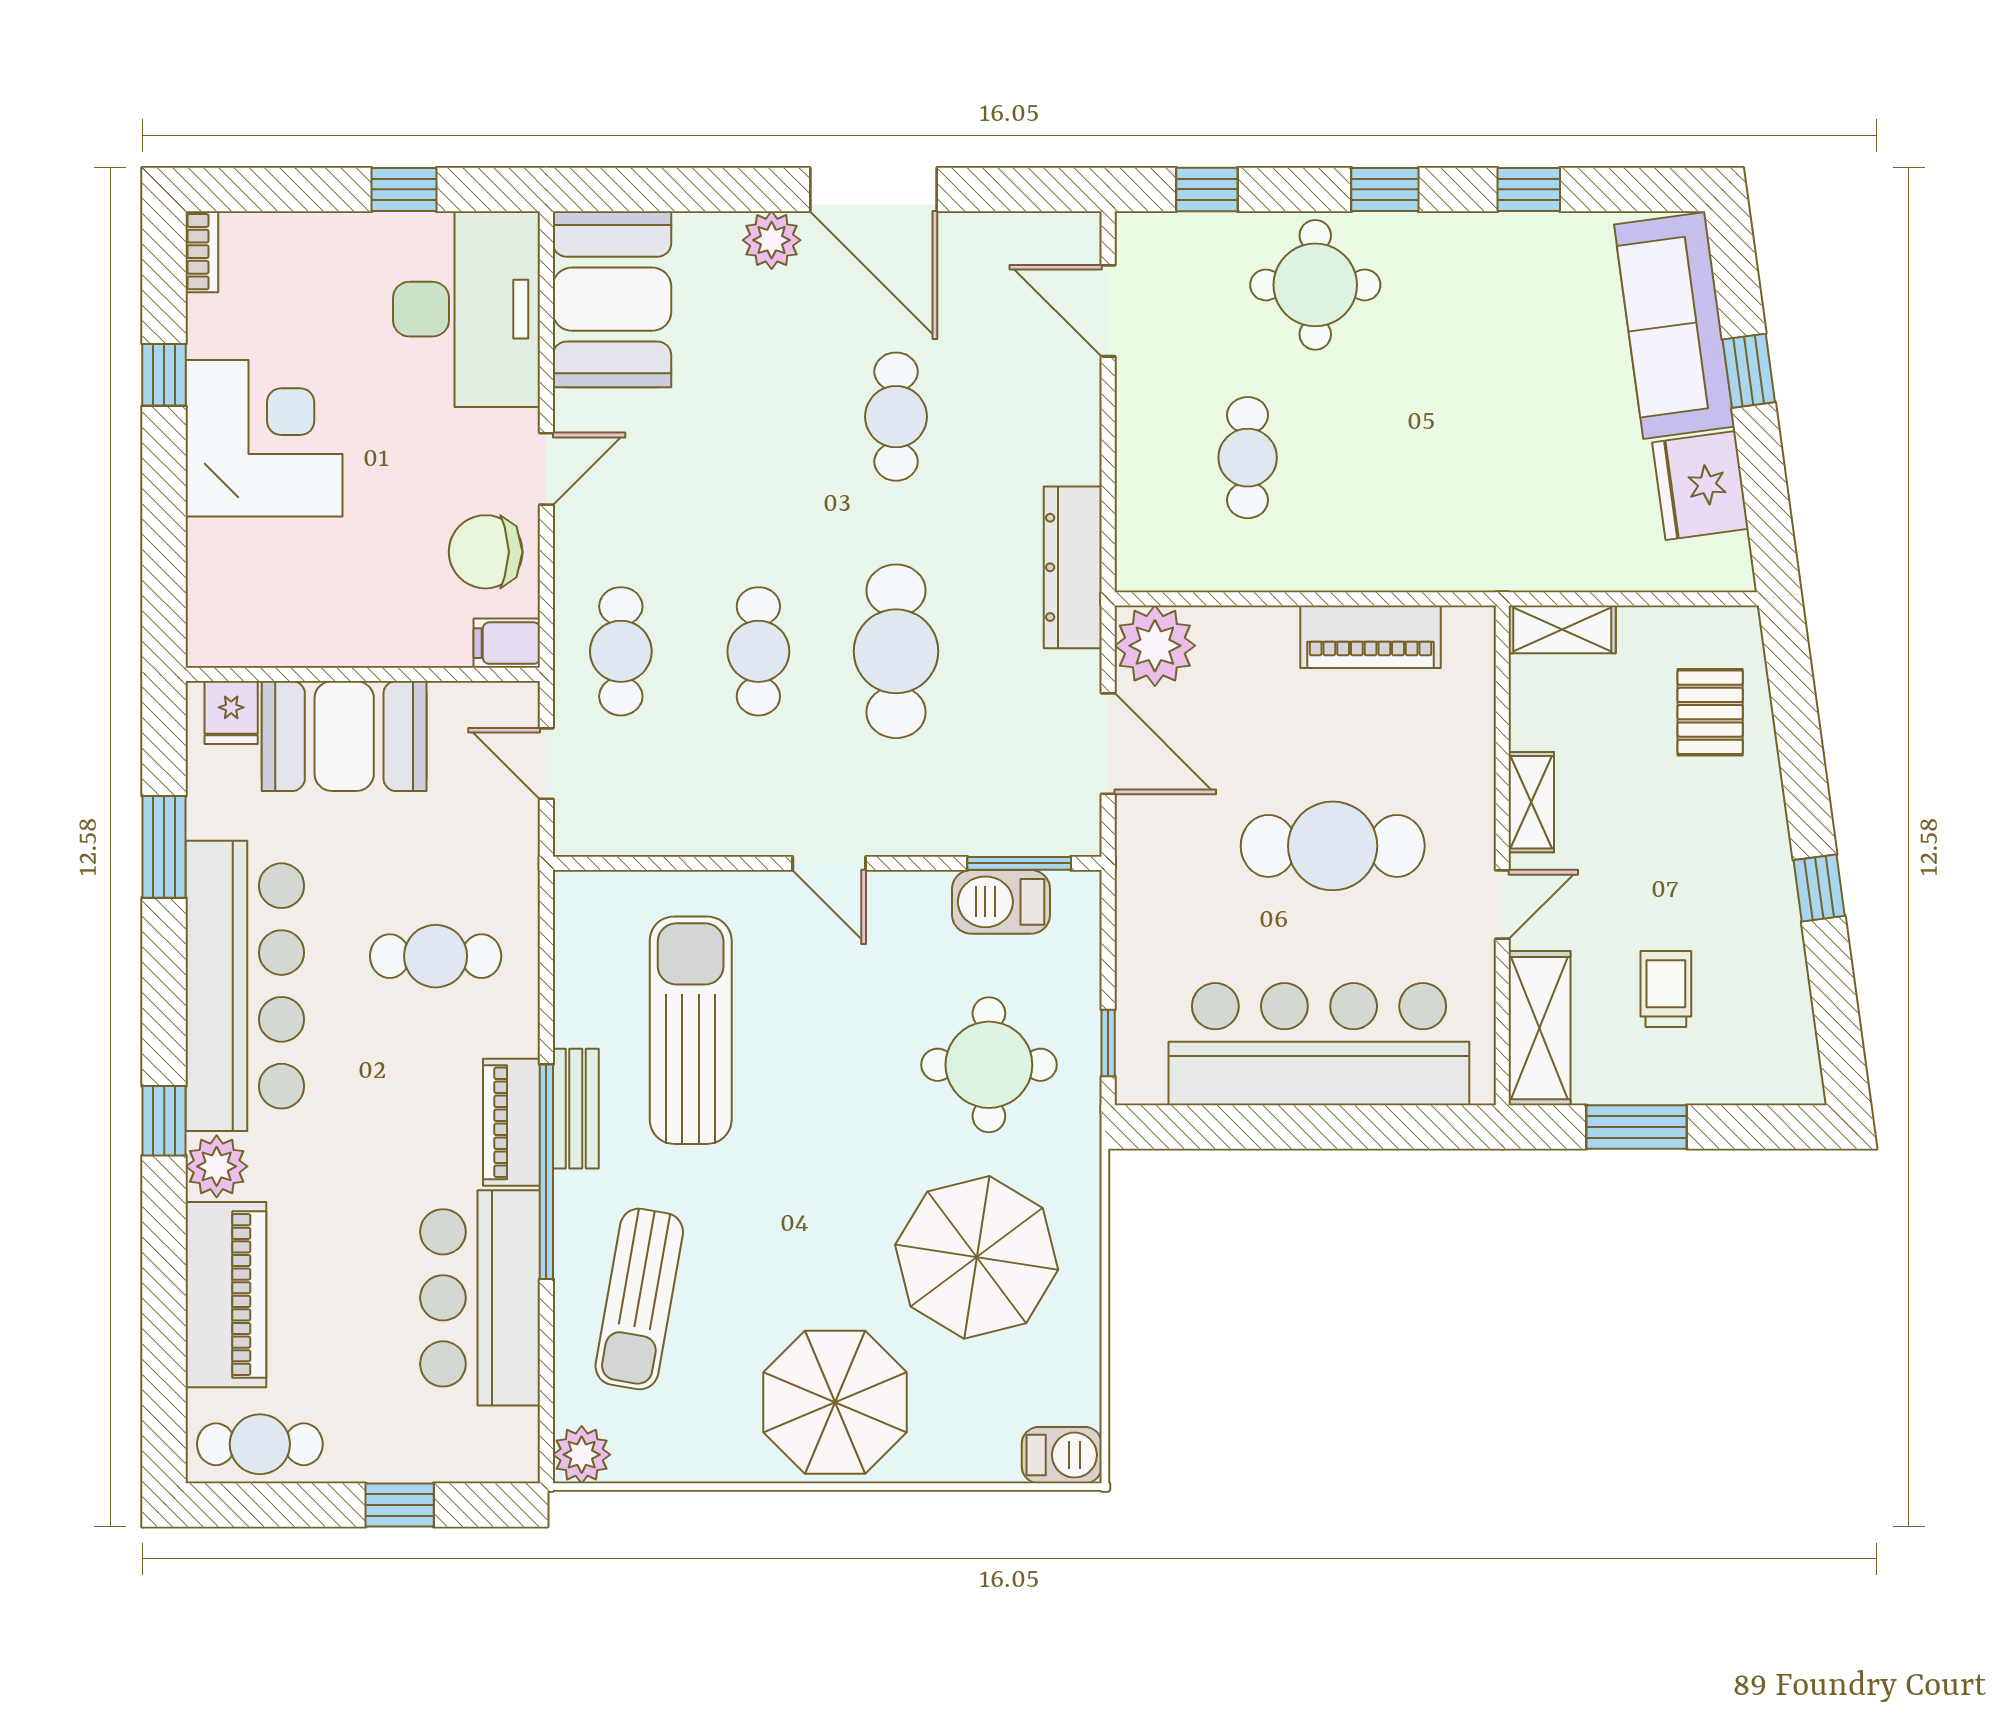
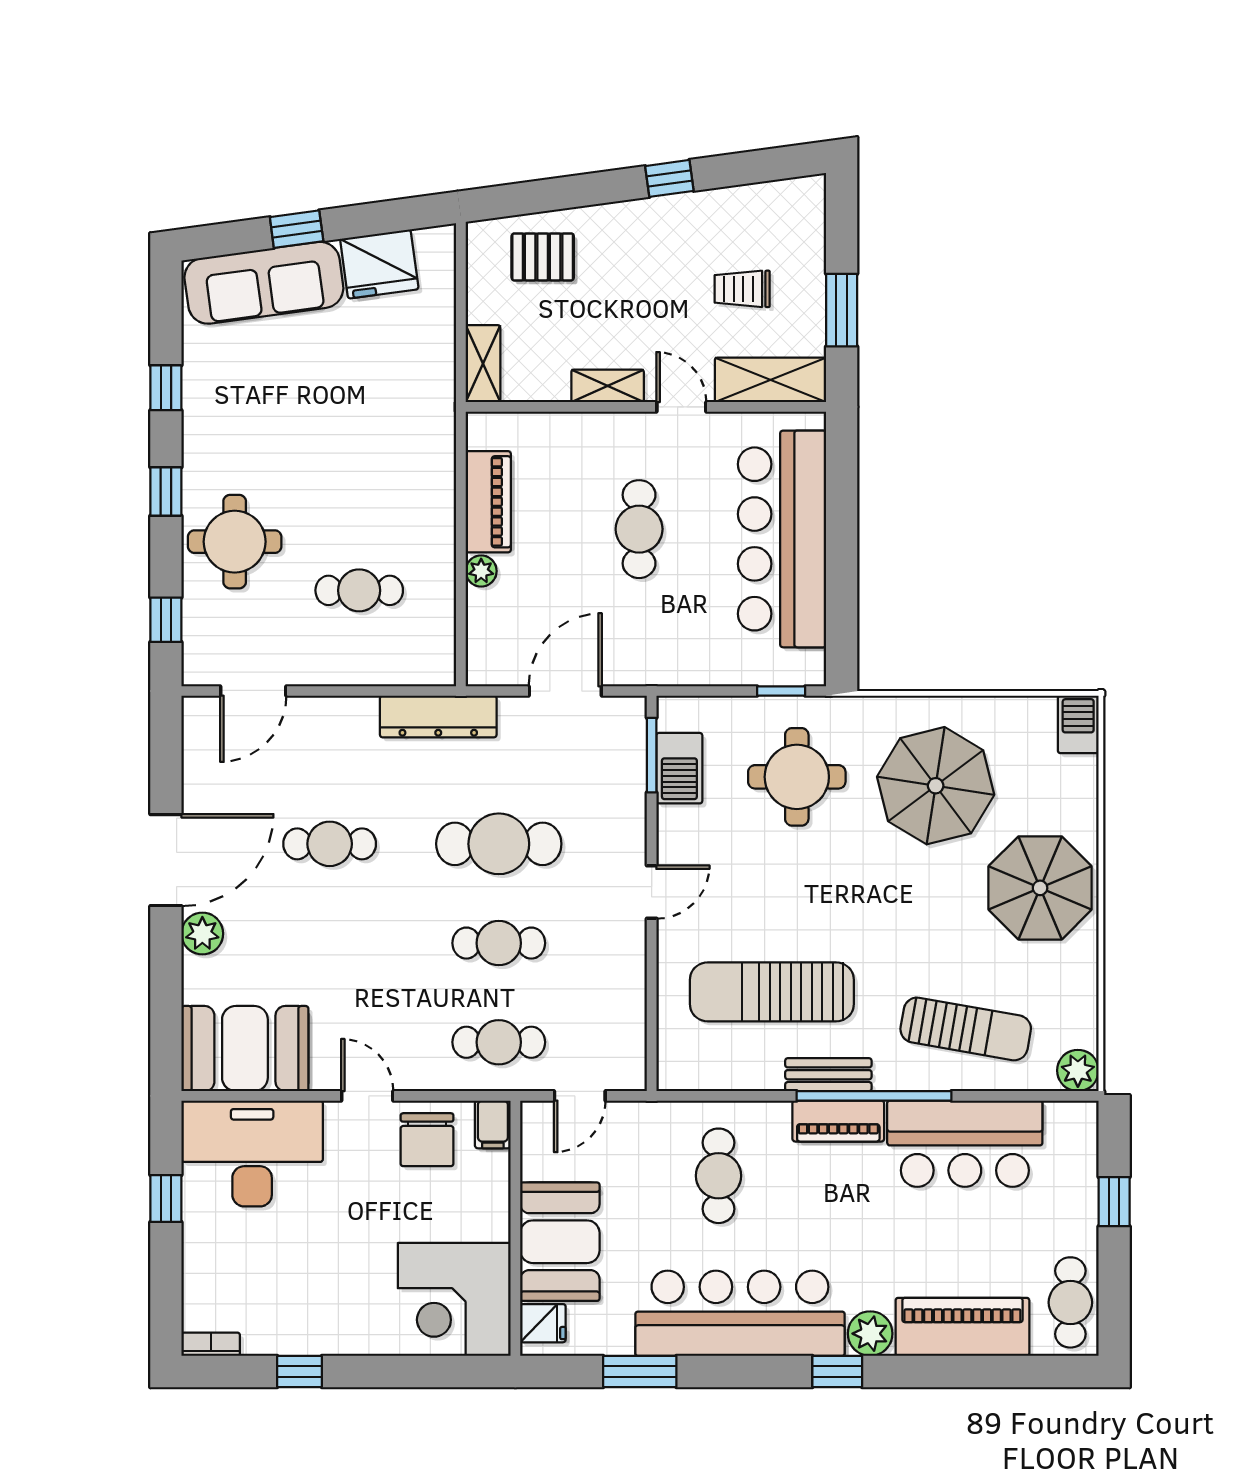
corner desk: (264, 438) -> (454, 1299), moved, turned -90
plant: (1155, 646) -> (481, 571), moved, width x0.53, depth x0.53
cafe table: (1333, 846) -> (639, 529), width x0.73, depth x0.74

